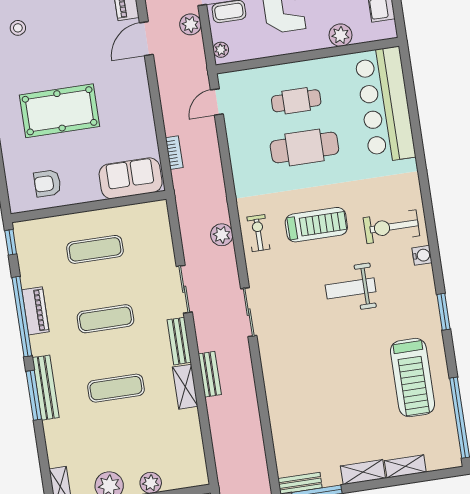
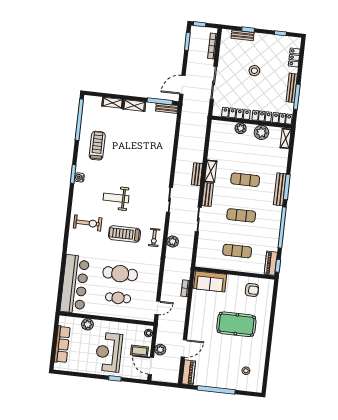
water cooler: (422, 255) -> (79, 177), moved
weight bench: (351, 288) -> (116, 198), turned 180
piano: (35, 311) -> (271, 263), moved
treadmill: (413, 378) -> (97, 146), width x0.73, depth x0.73

